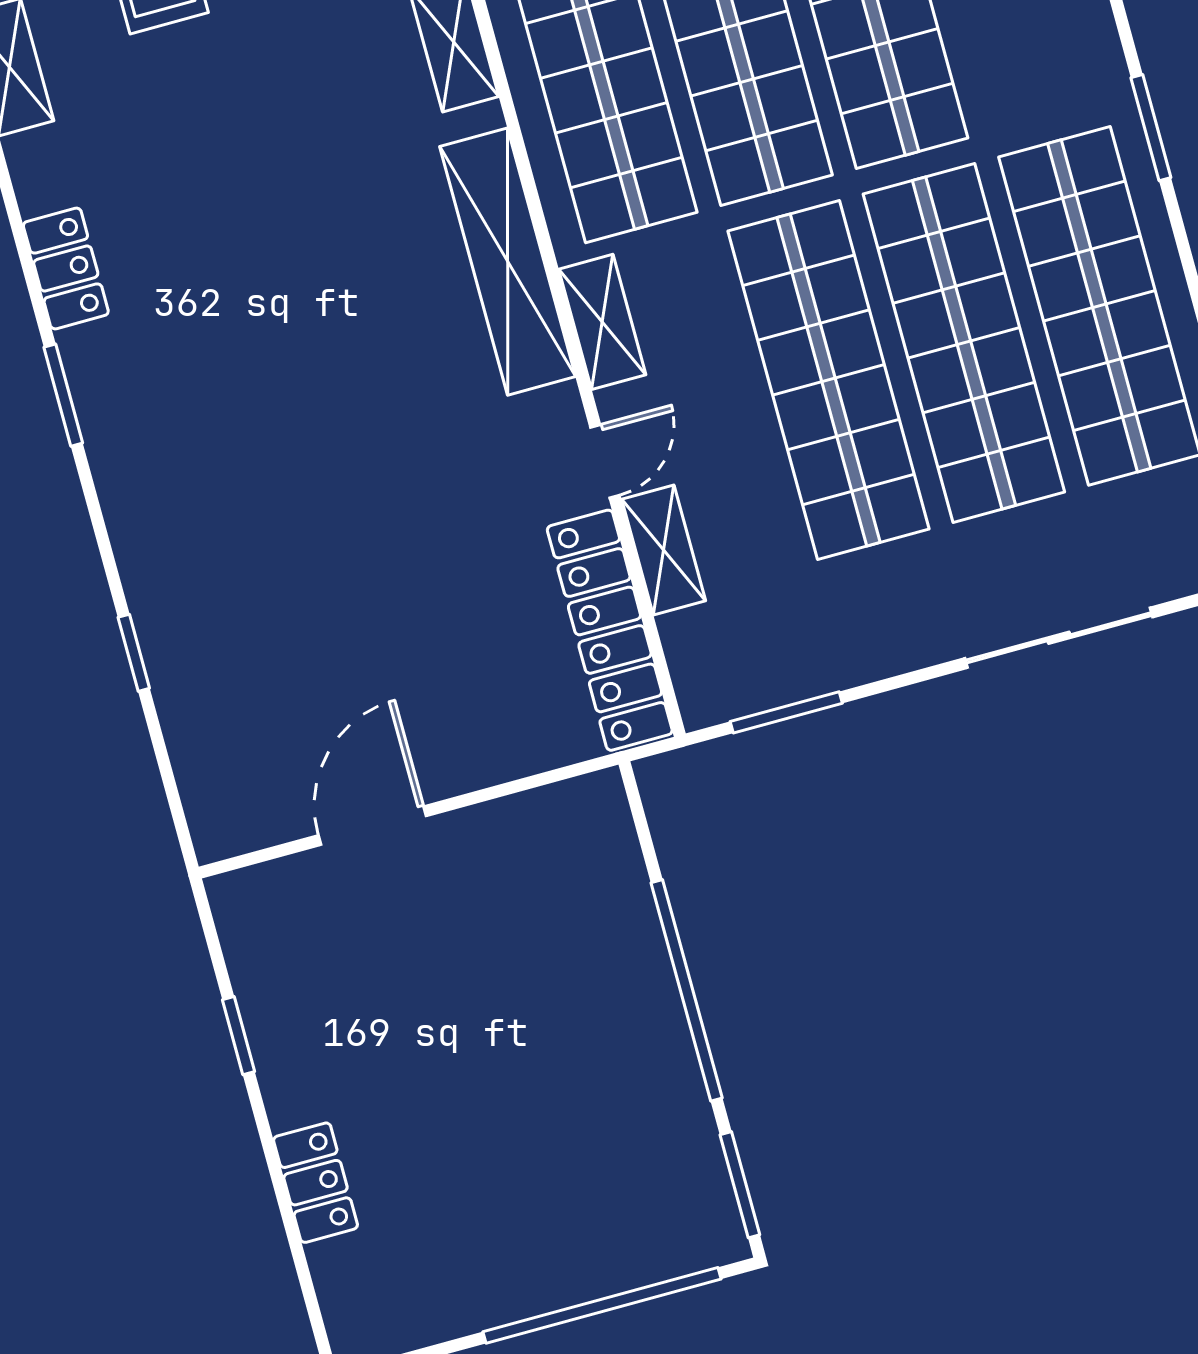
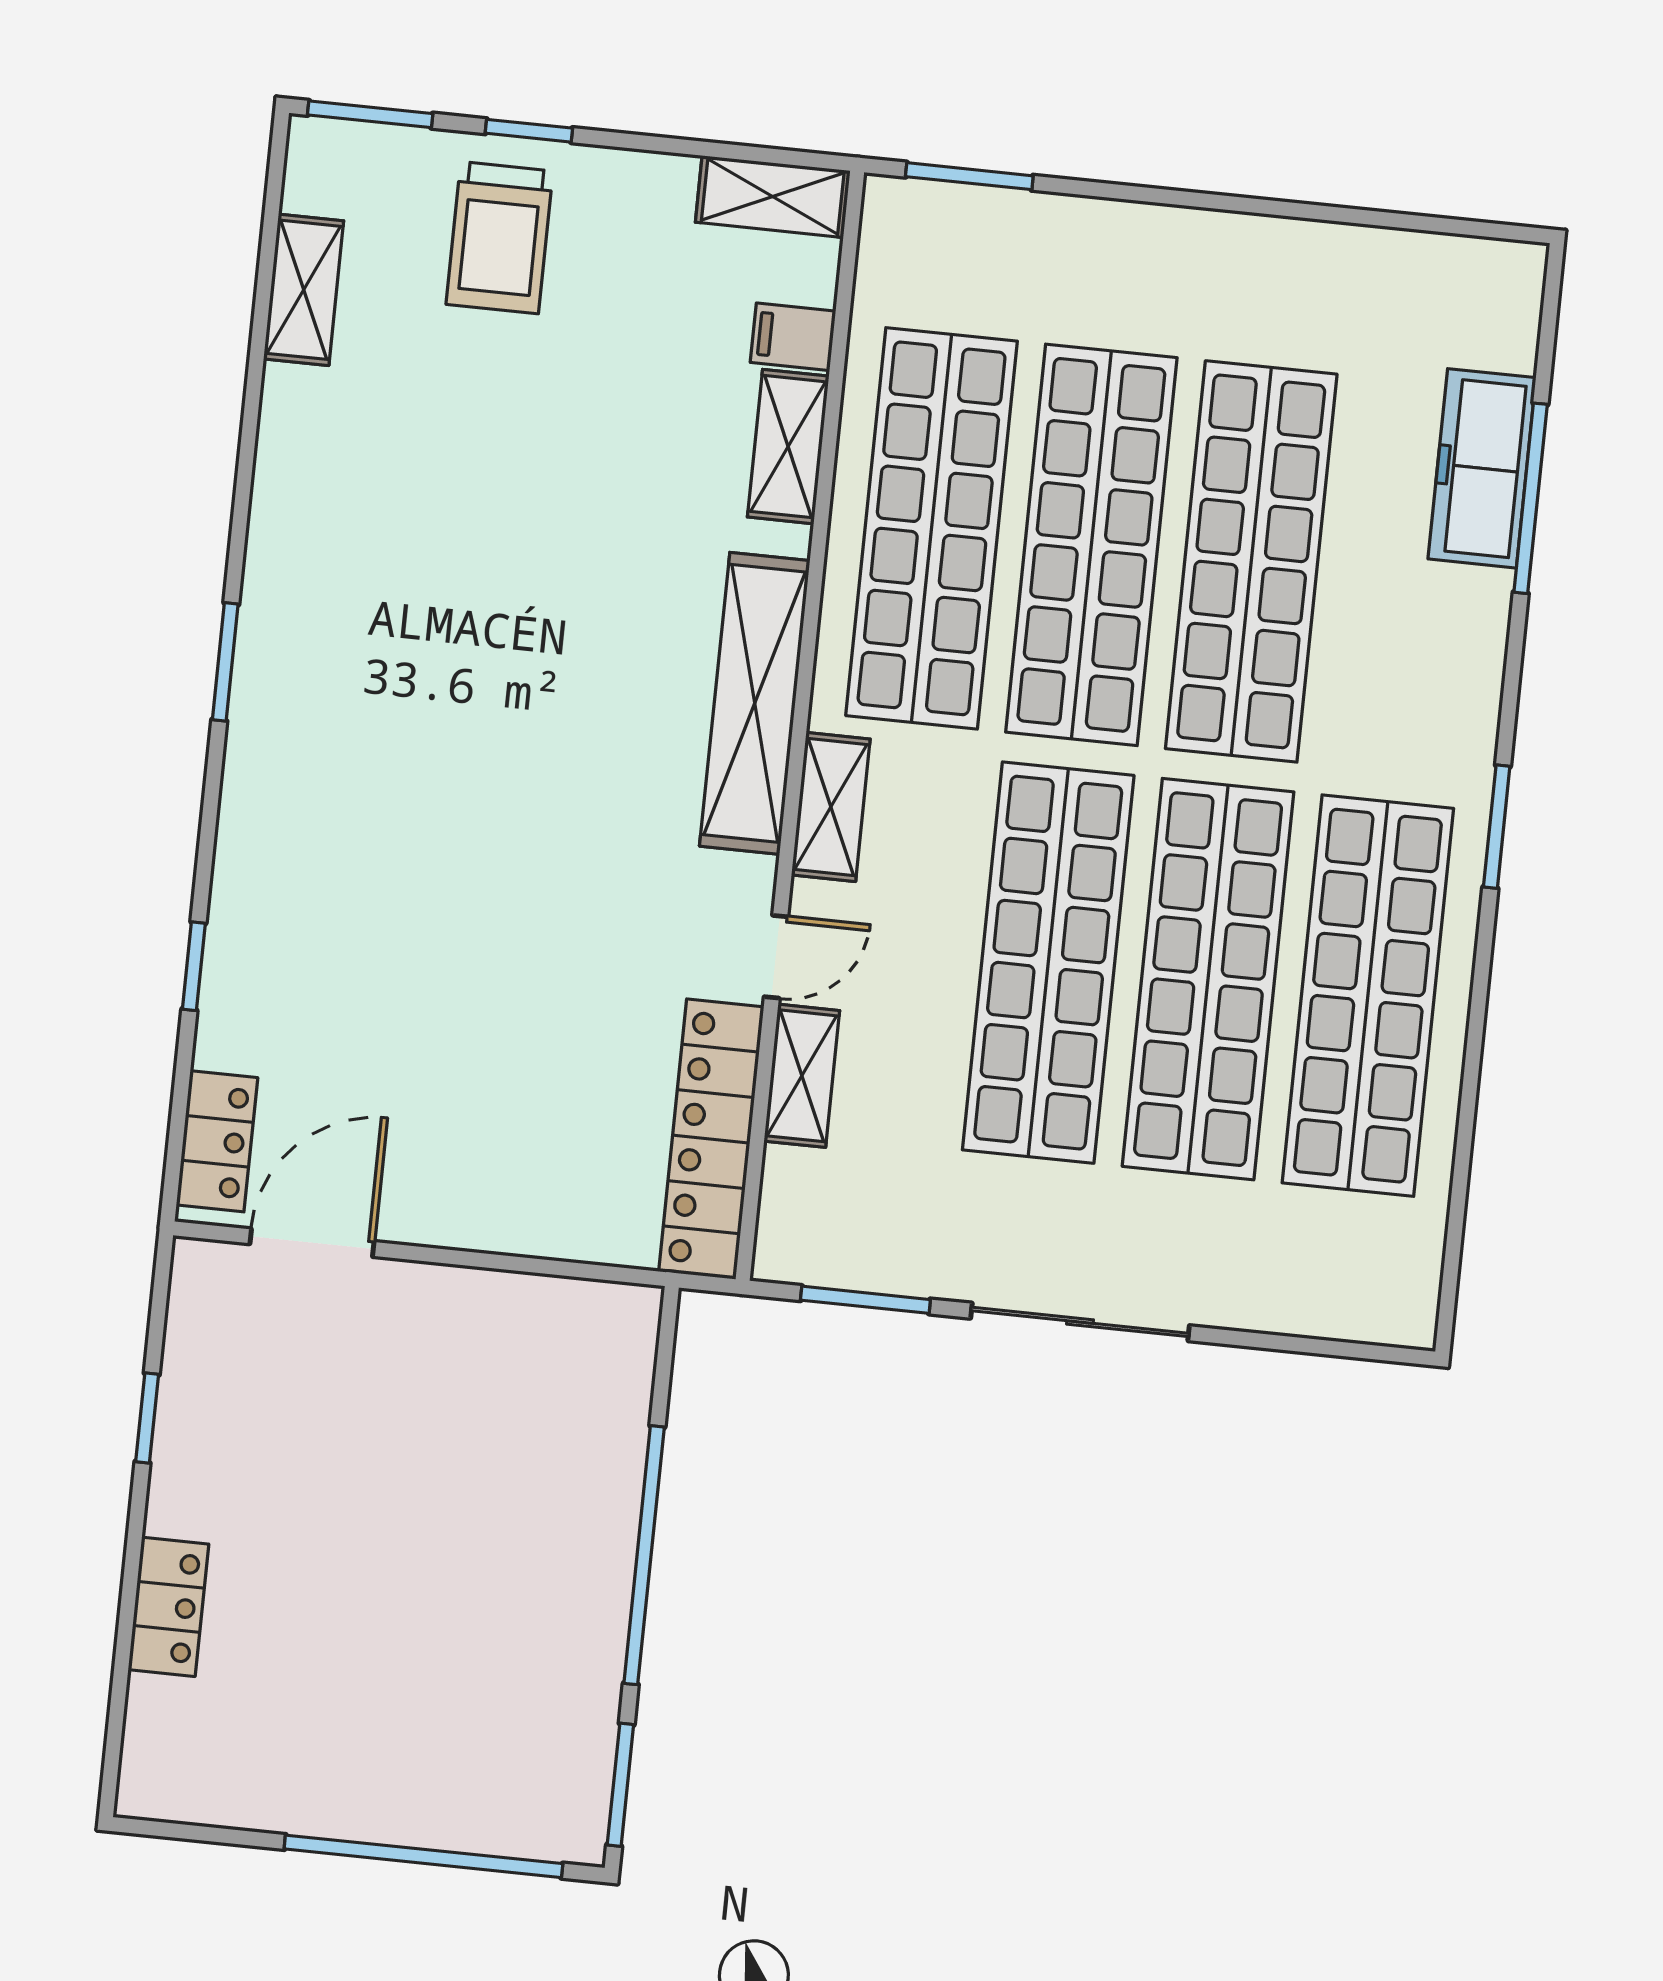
locker: (66, 269) -> (217, 1141), moved
sliding door: (1059, 638) -> (1080, 1322), moved
door: (372, 826) -> (312, 1243), moved

